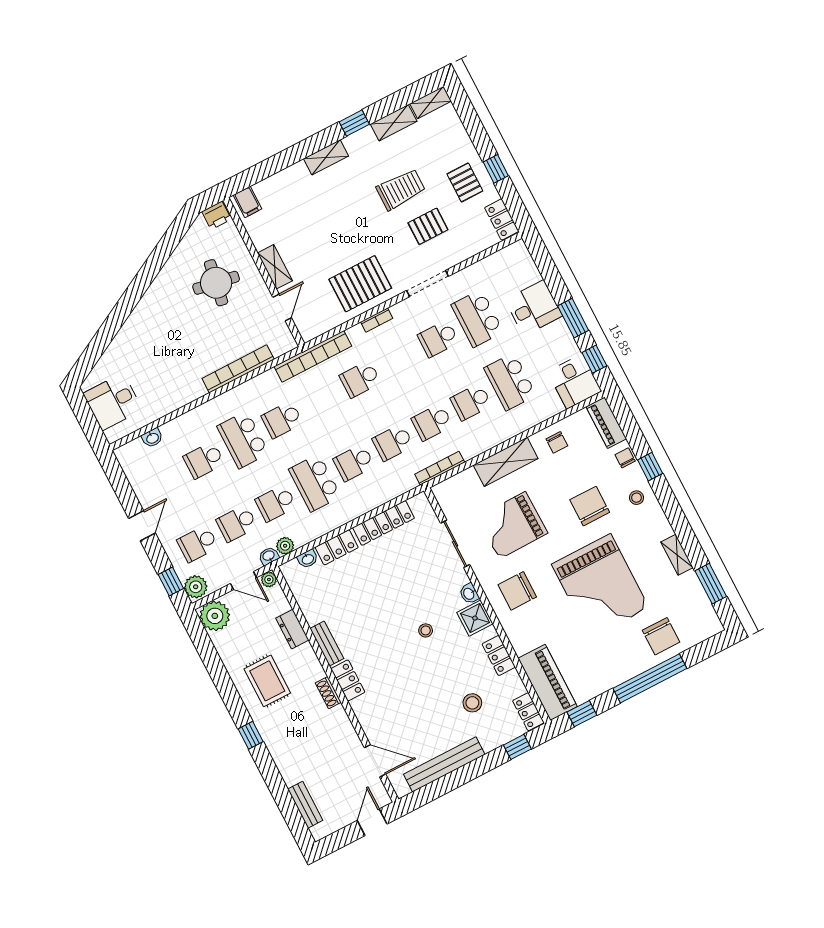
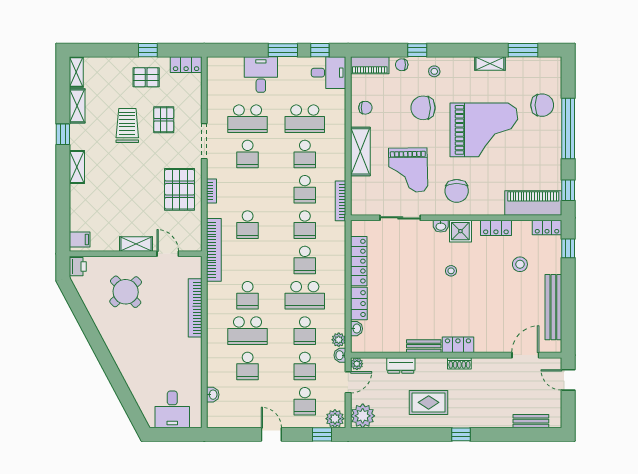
round table: (216, 283) -> (126, 292), turned 37

